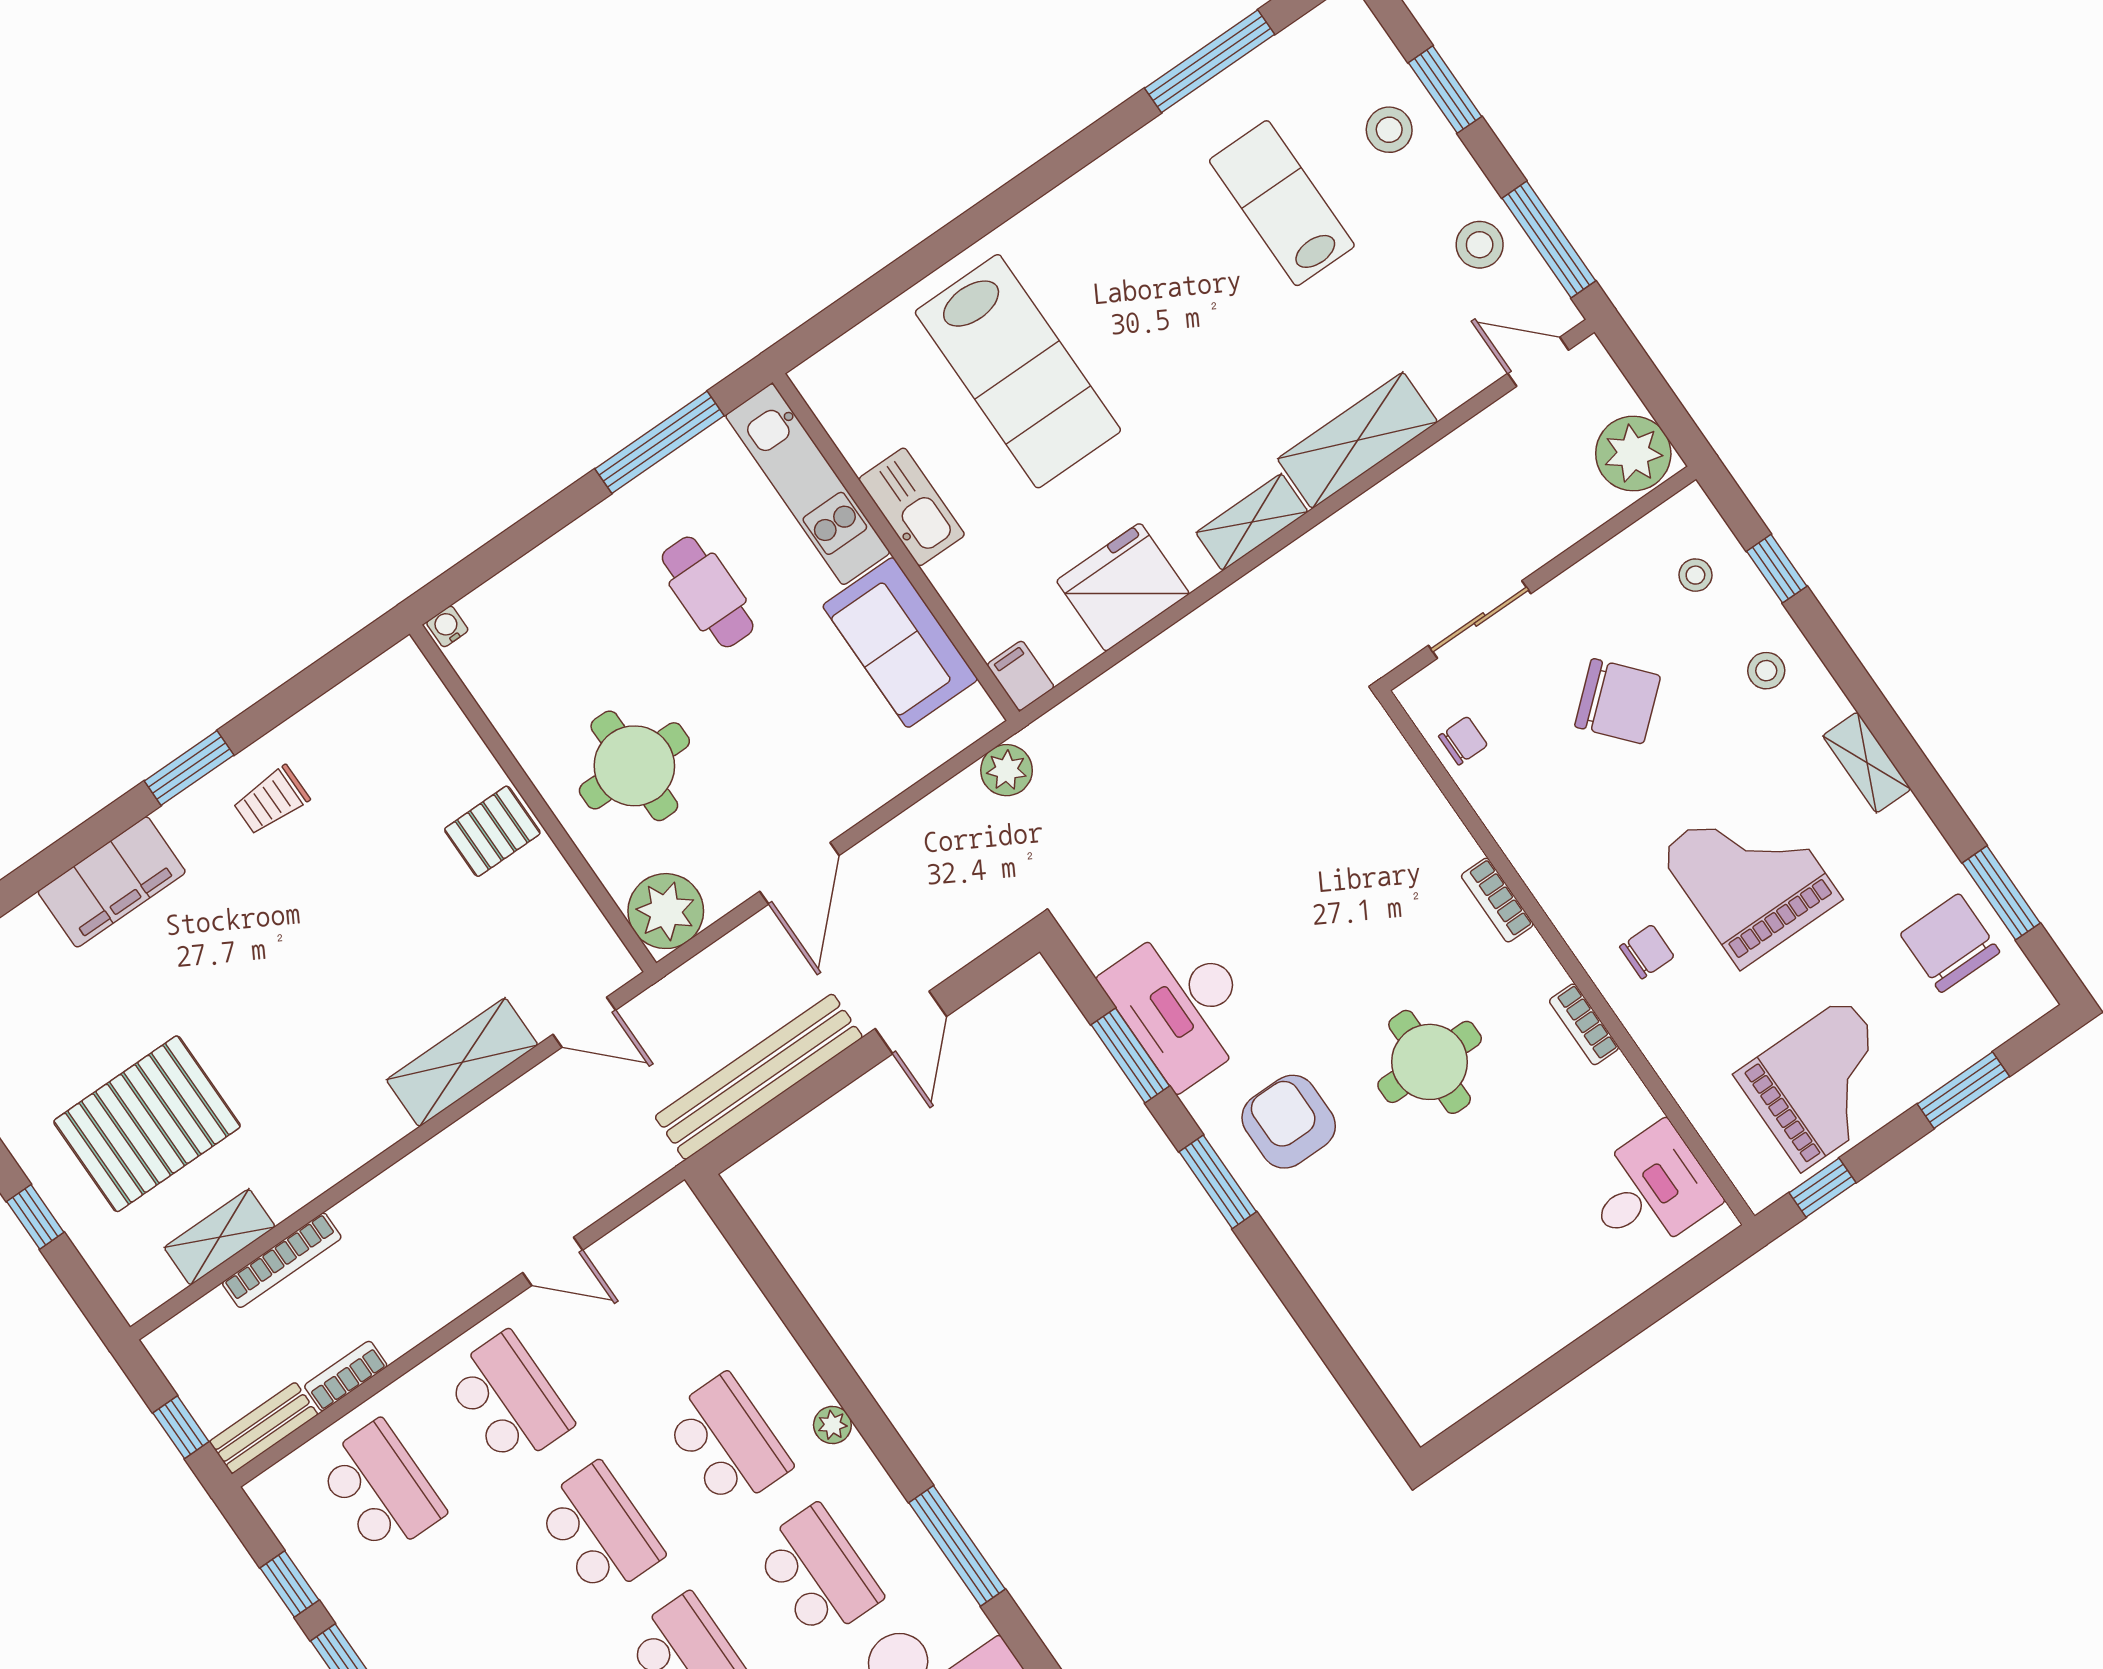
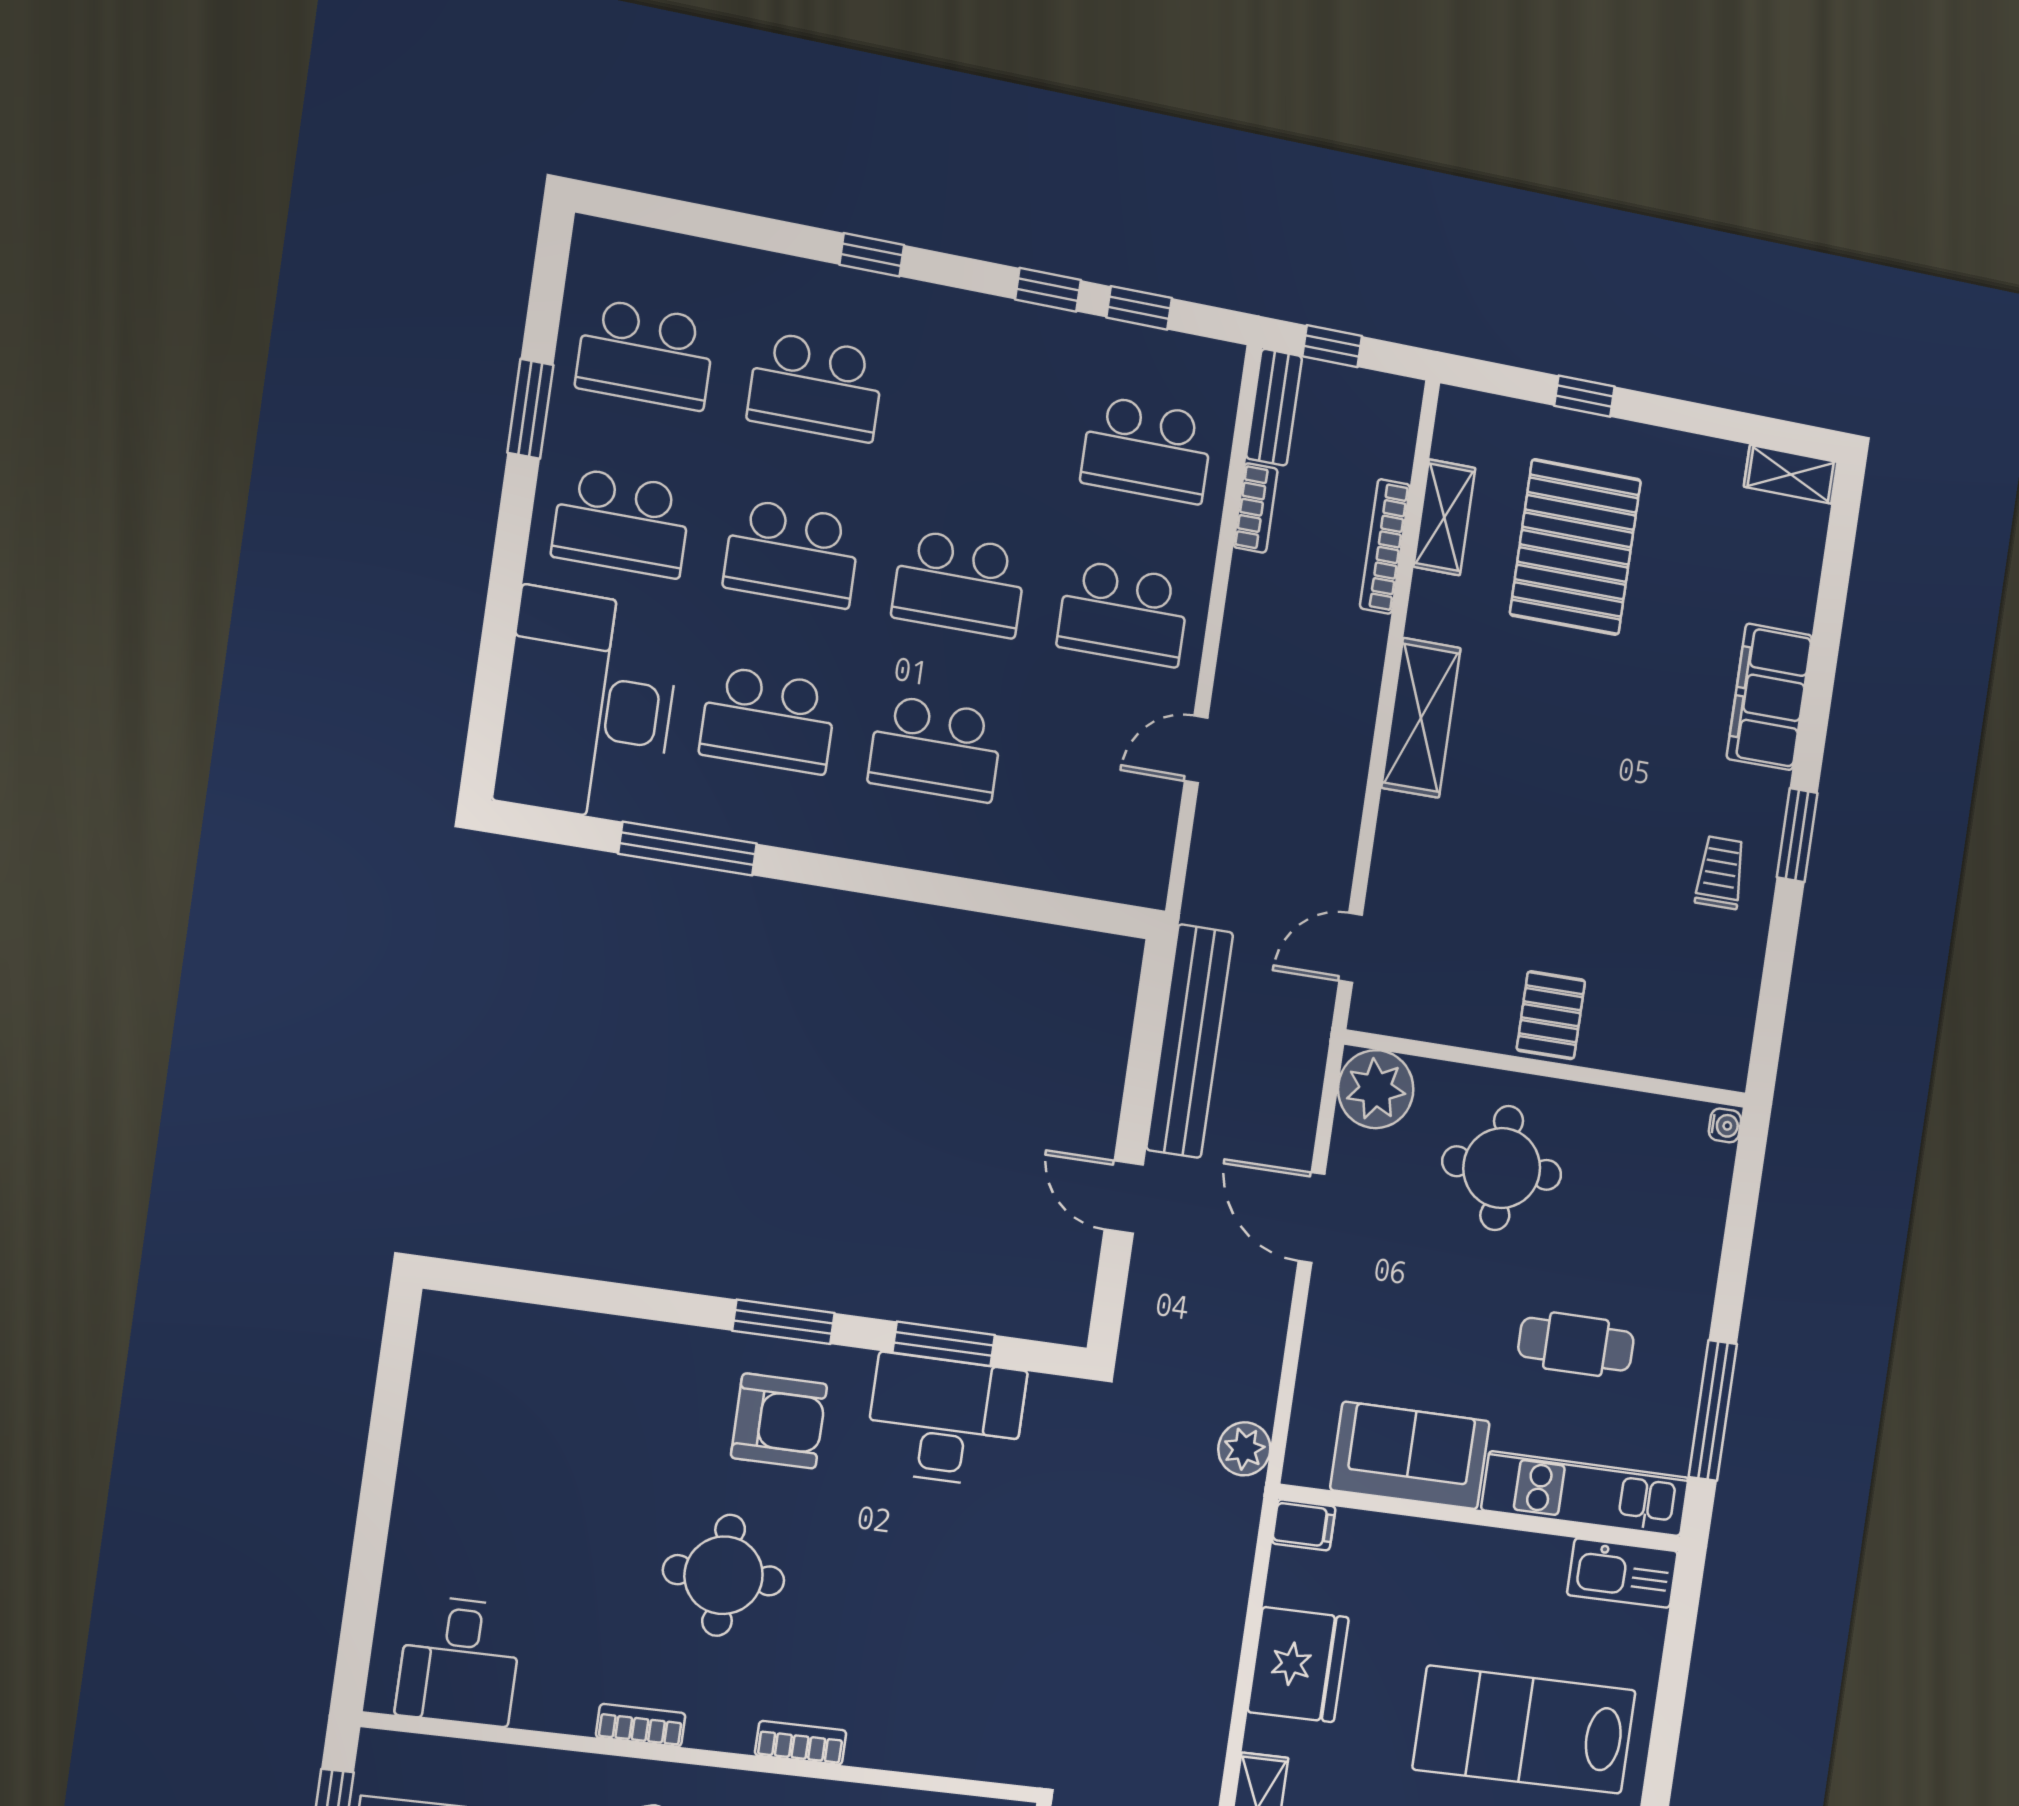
kitchen sink: (912, 507) -> (1622, 1573), moved
shelving: (462, 1062) -> (1421, 718), moved
plant: (832, 1425) -> (873, 842), removed

